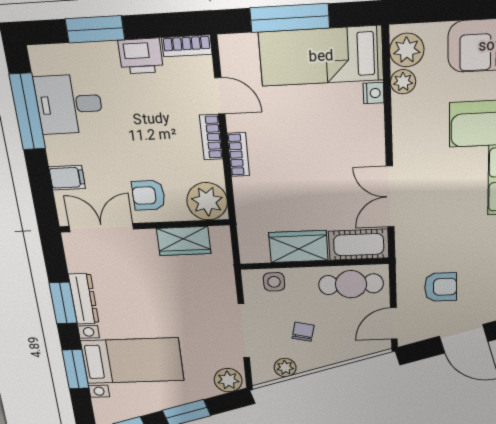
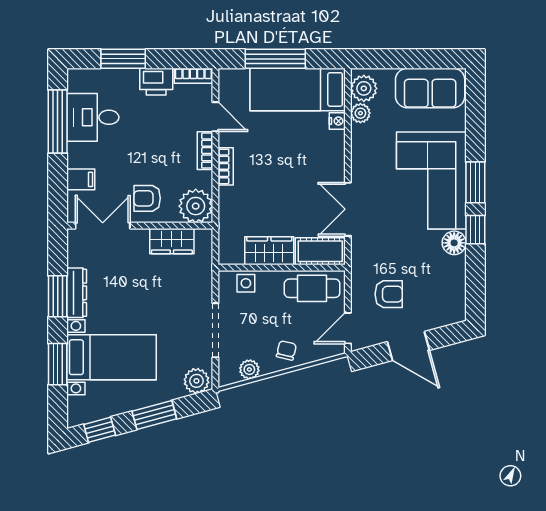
chair: (303, 332) -> (286, 350), moved

